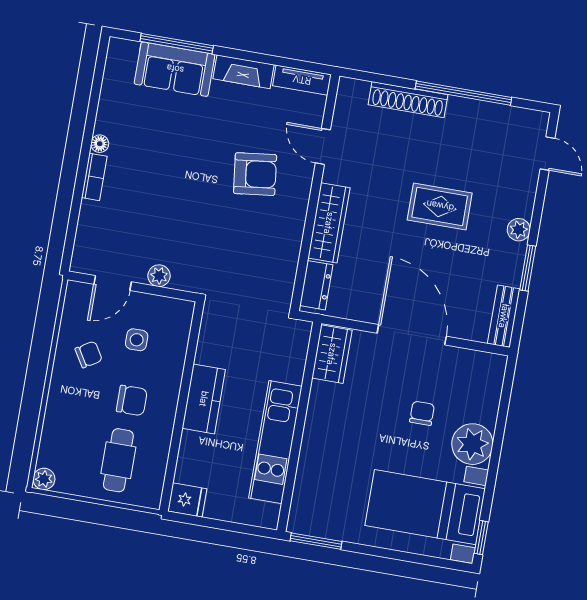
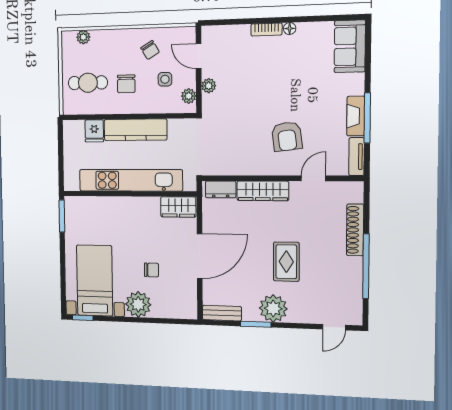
window: (177, 44) -> (367, 118), moved
sofa: (175, 69) -> (350, 46), moved
plant: (519, 230) -> (273, 308), width x1.87, depth x1.87
plant: (169, 308) -> (189, 96), added
kitchen counter: (204, 399) -> (135, 130), width x1.50
kitchen unit: (275, 442) -> (131, 180), width x1.36
plant: (44, 479) -> (83, 37), moved
fridge: (187, 500) -> (94, 131), moved

